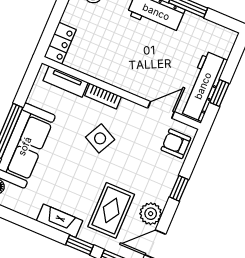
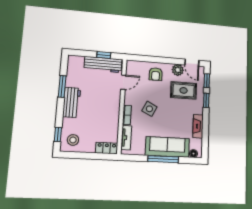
door: (161, 110) -> (123, 82), swing flipped
armchair: (176, 144) -> (156, 74), moved
window: (179, 188) -> (160, 60), removed
fireplace: (59, 221) -> (198, 126), moved

